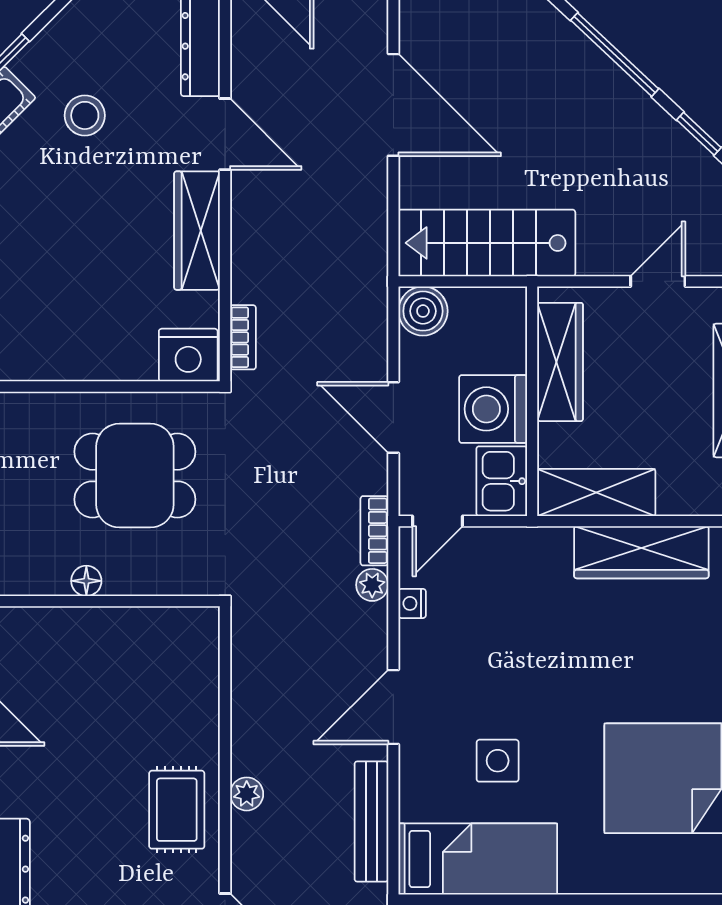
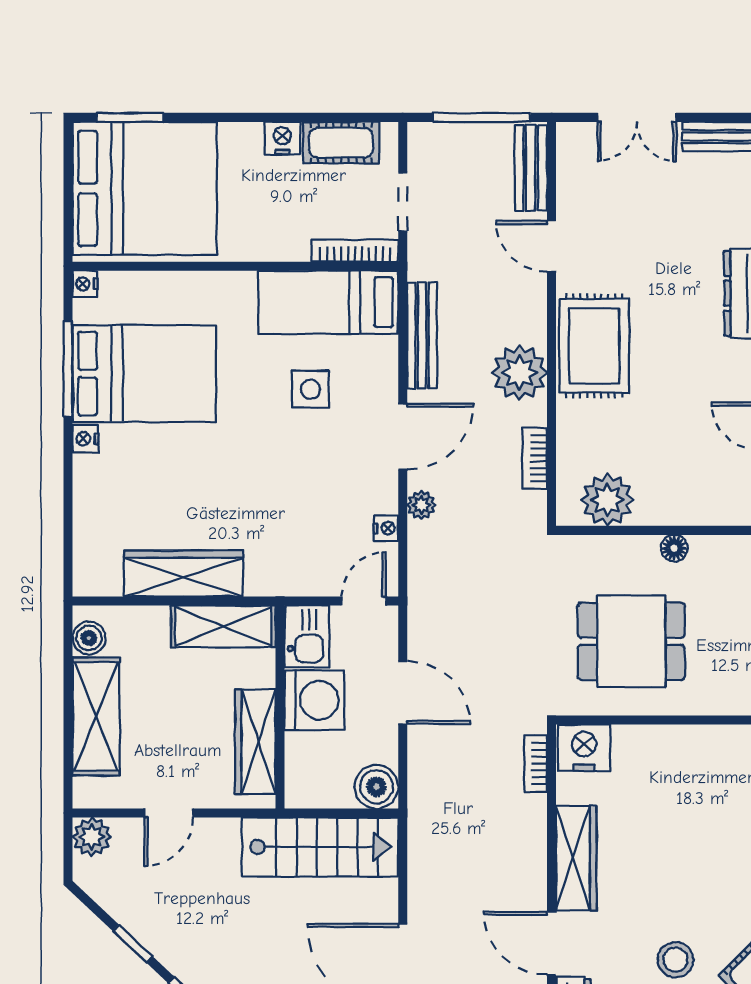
bookcase: (374, 531) -> (535, 458), moved, turned 180
plant: (372, 585) -> (421, 505), moved
plant: (162, 635) -> (607, 500), added
plant: (247, 794) -> (520, 373), width x1.88, depth x1.88
rug: (177, 810) -> (594, 346), width x1.36, depth x1.43

